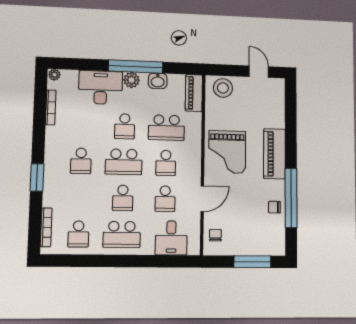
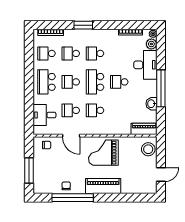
plant: (132, 80) -> (151, 44), moved
school desk: (166, 128) -> (71, 53), moved, width x0.54

